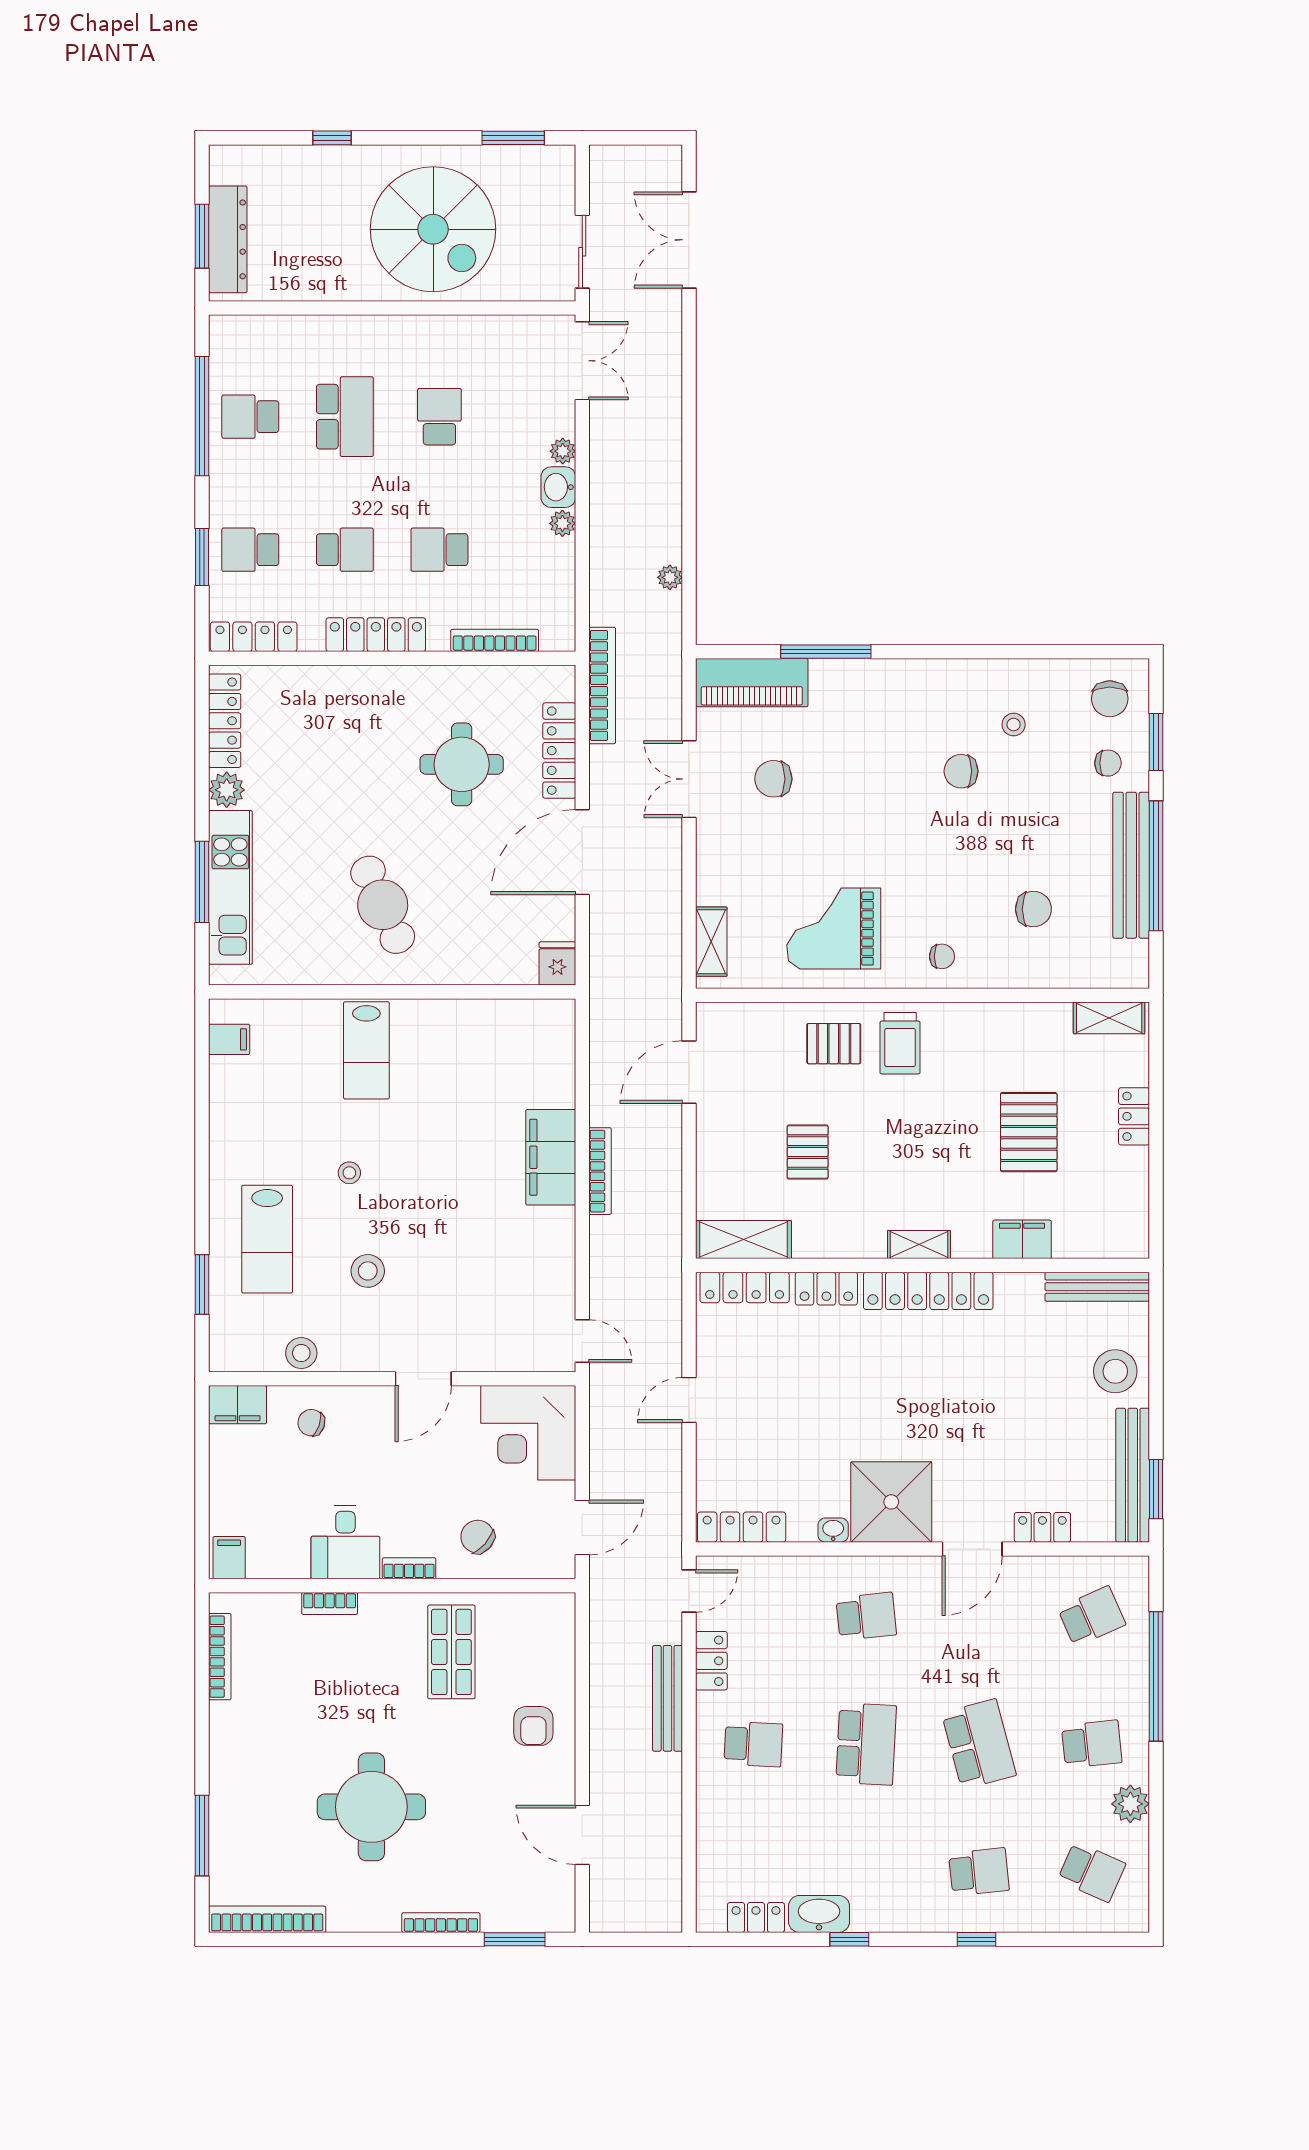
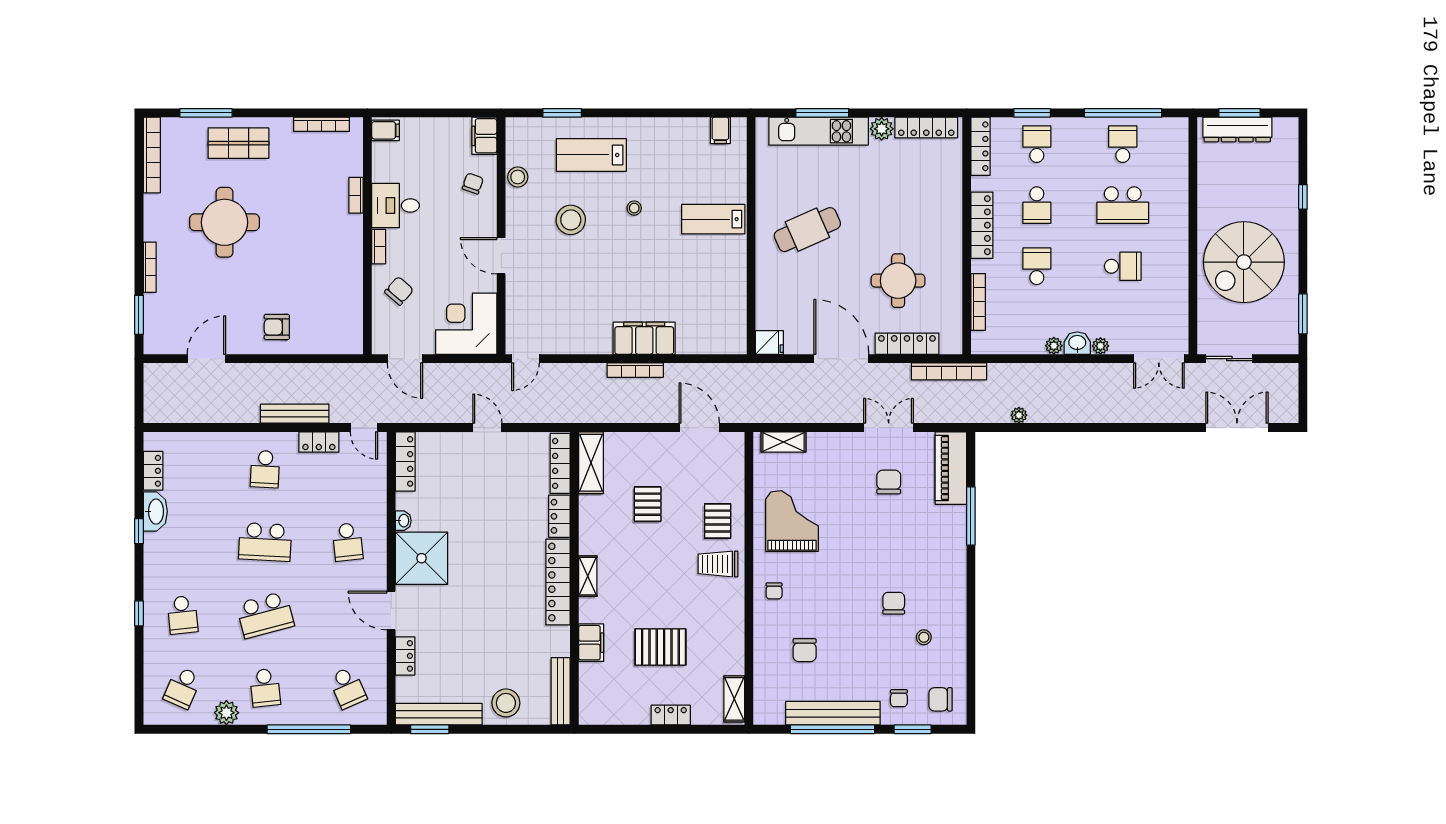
pallet: (808, 1152) -> (648, 504), turned 90
stool: (368, 1271) -> (571, 220), width x1.38, depth x1.38
shop shelf: (451, 1652) -> (238, 143), moved

